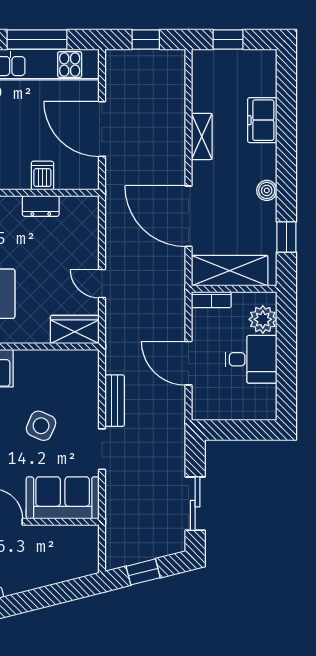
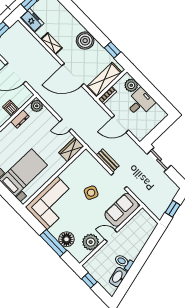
freezer: (262, 120) -> (32, 20), moved, turned 180
boiler: (267, 190) -> (85, 41), width x1.86, depth x1.86
plant: (86, 211) -> (37, 106), added
sliding door: (195, 504) -> (159, 160), moved

